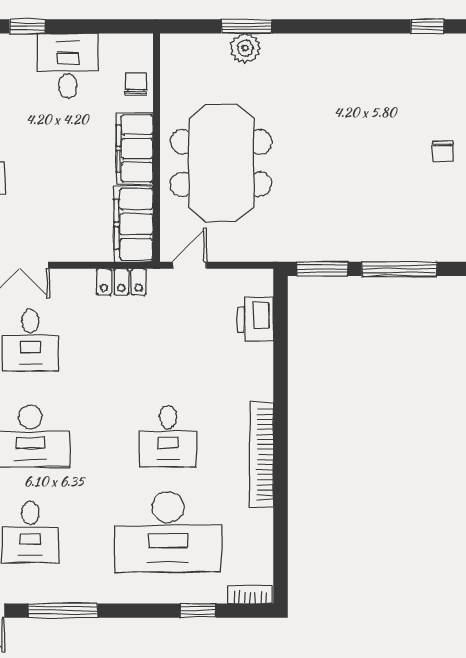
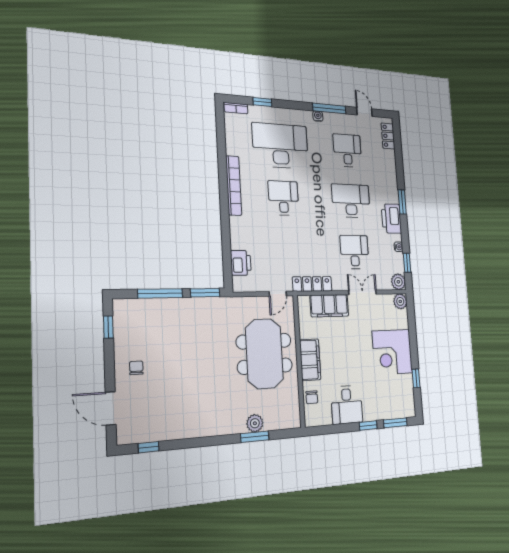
filing cabinet: (134, 224) -> (329, 306), moved, turned 90
locker: (121, 282) -> (312, 284), width x1.53
water cooler: (88, 594) -> (318, 116), added

